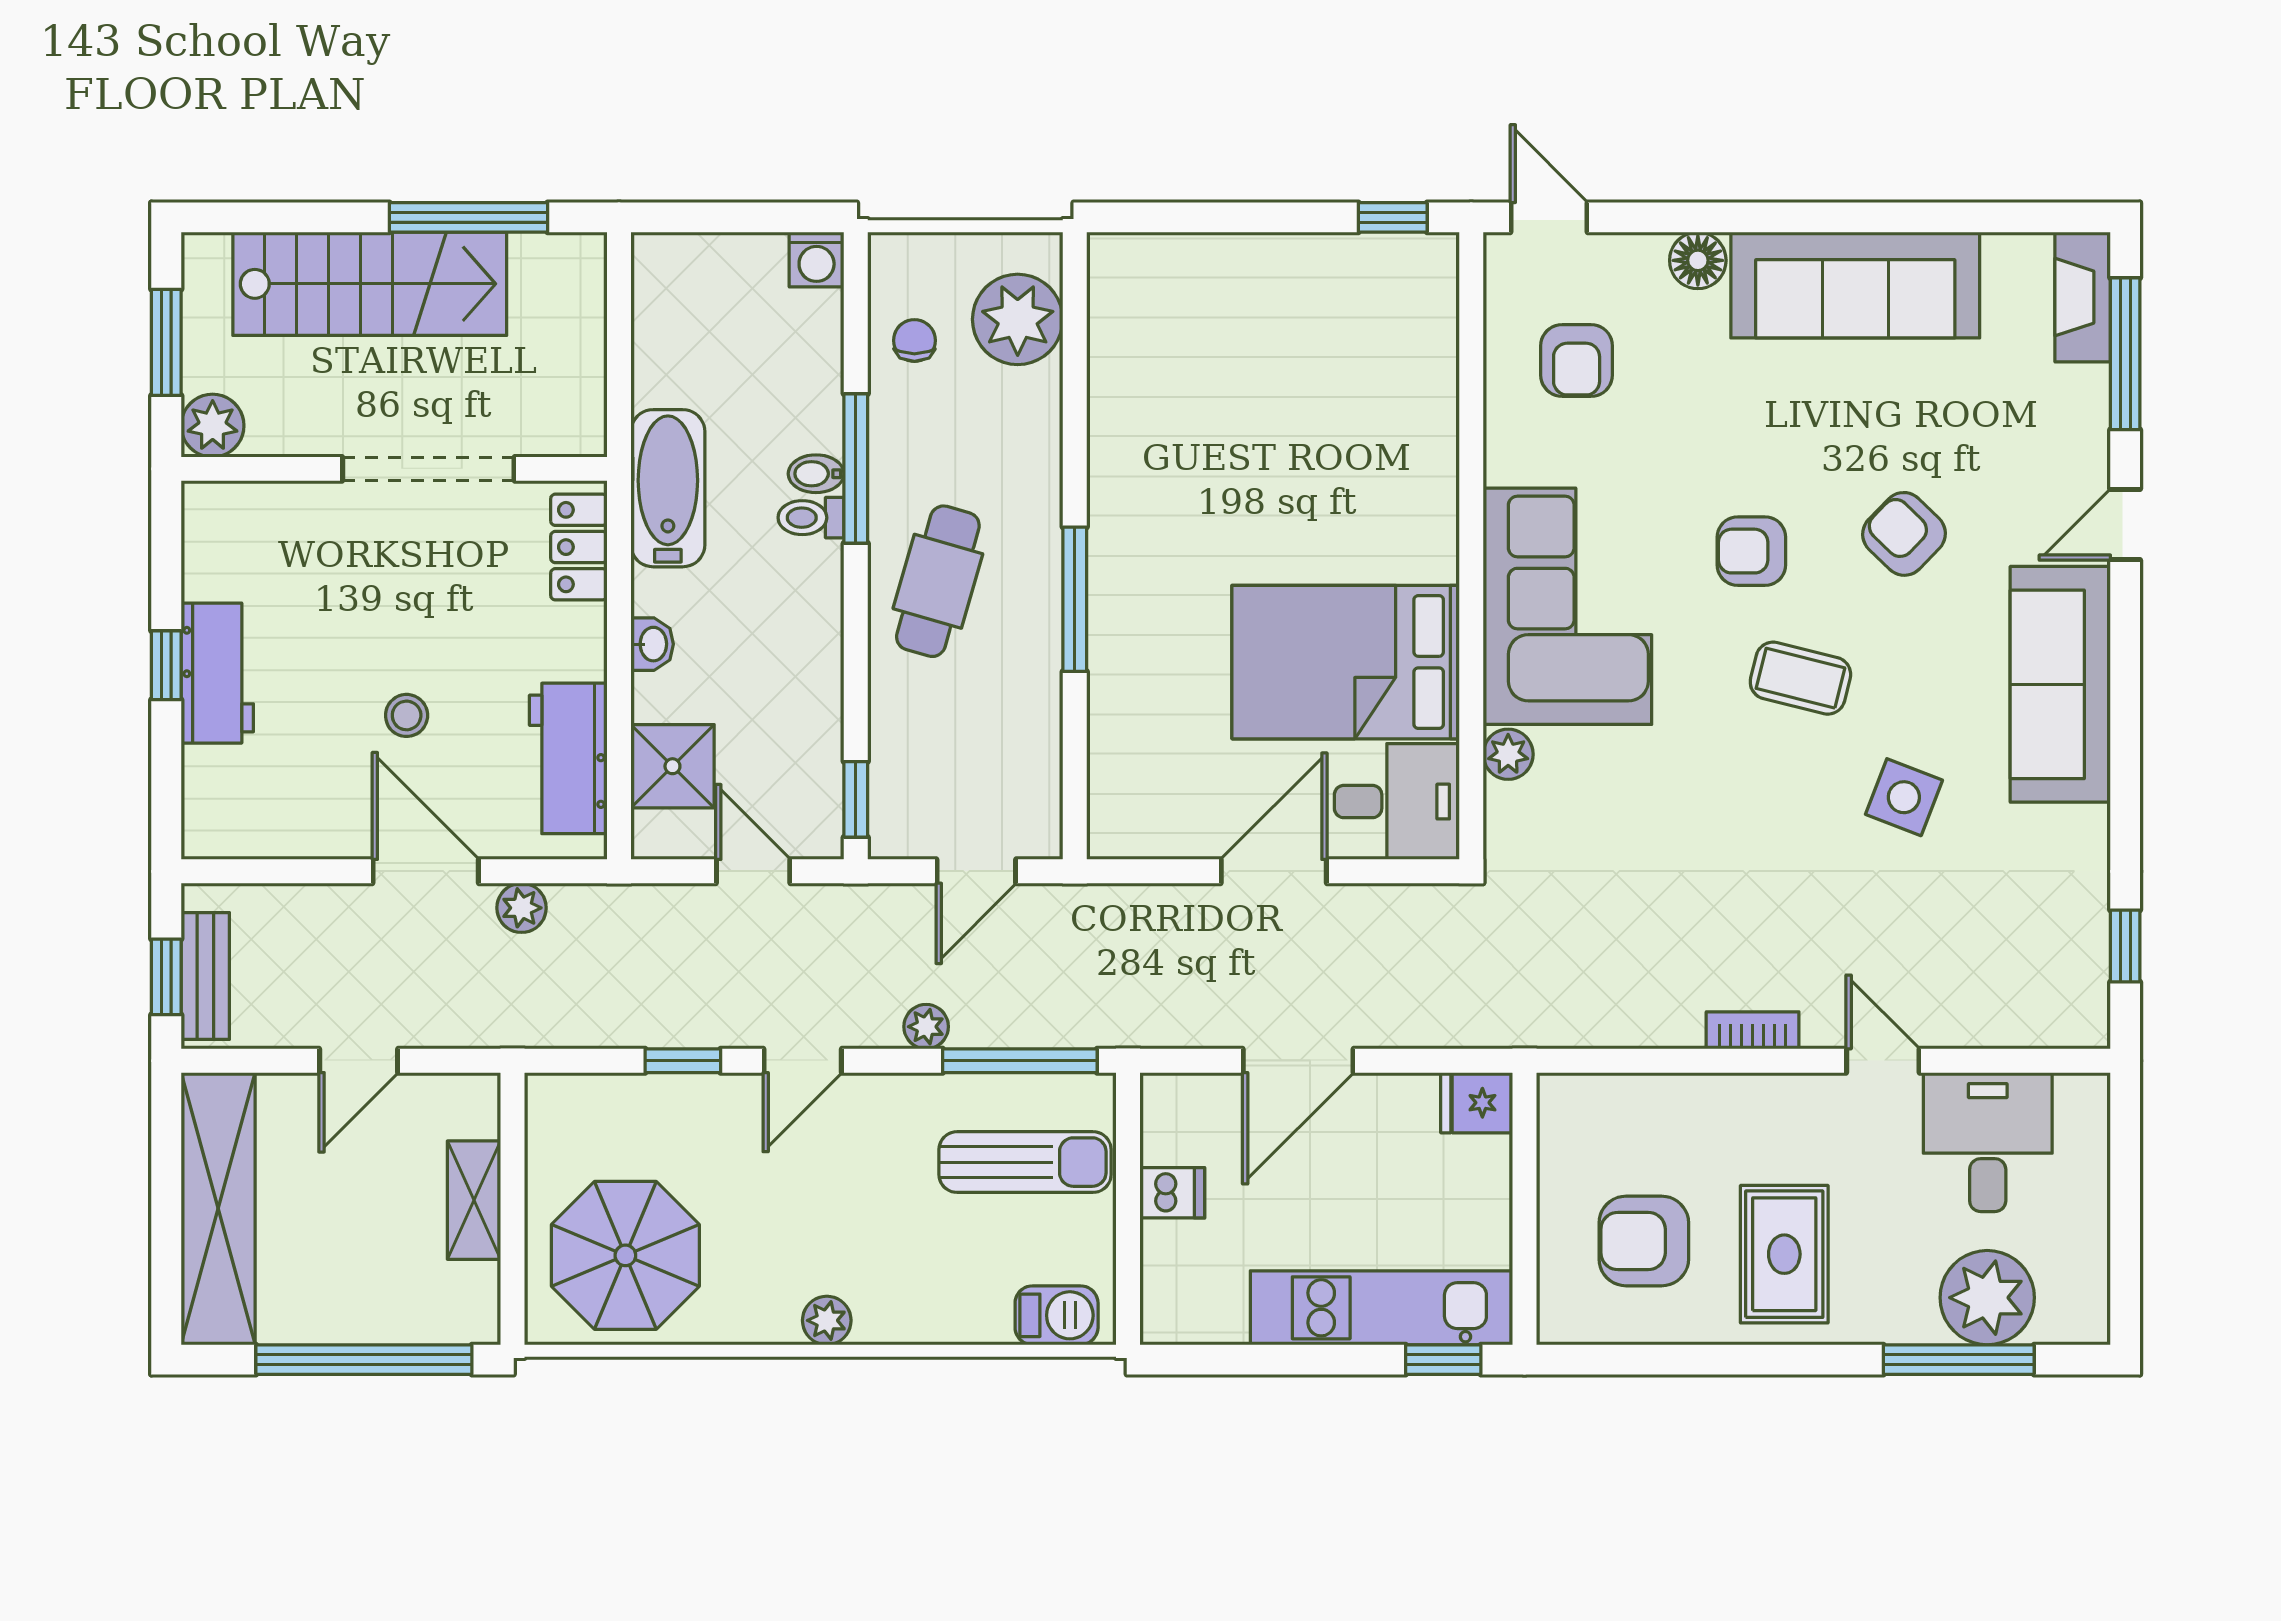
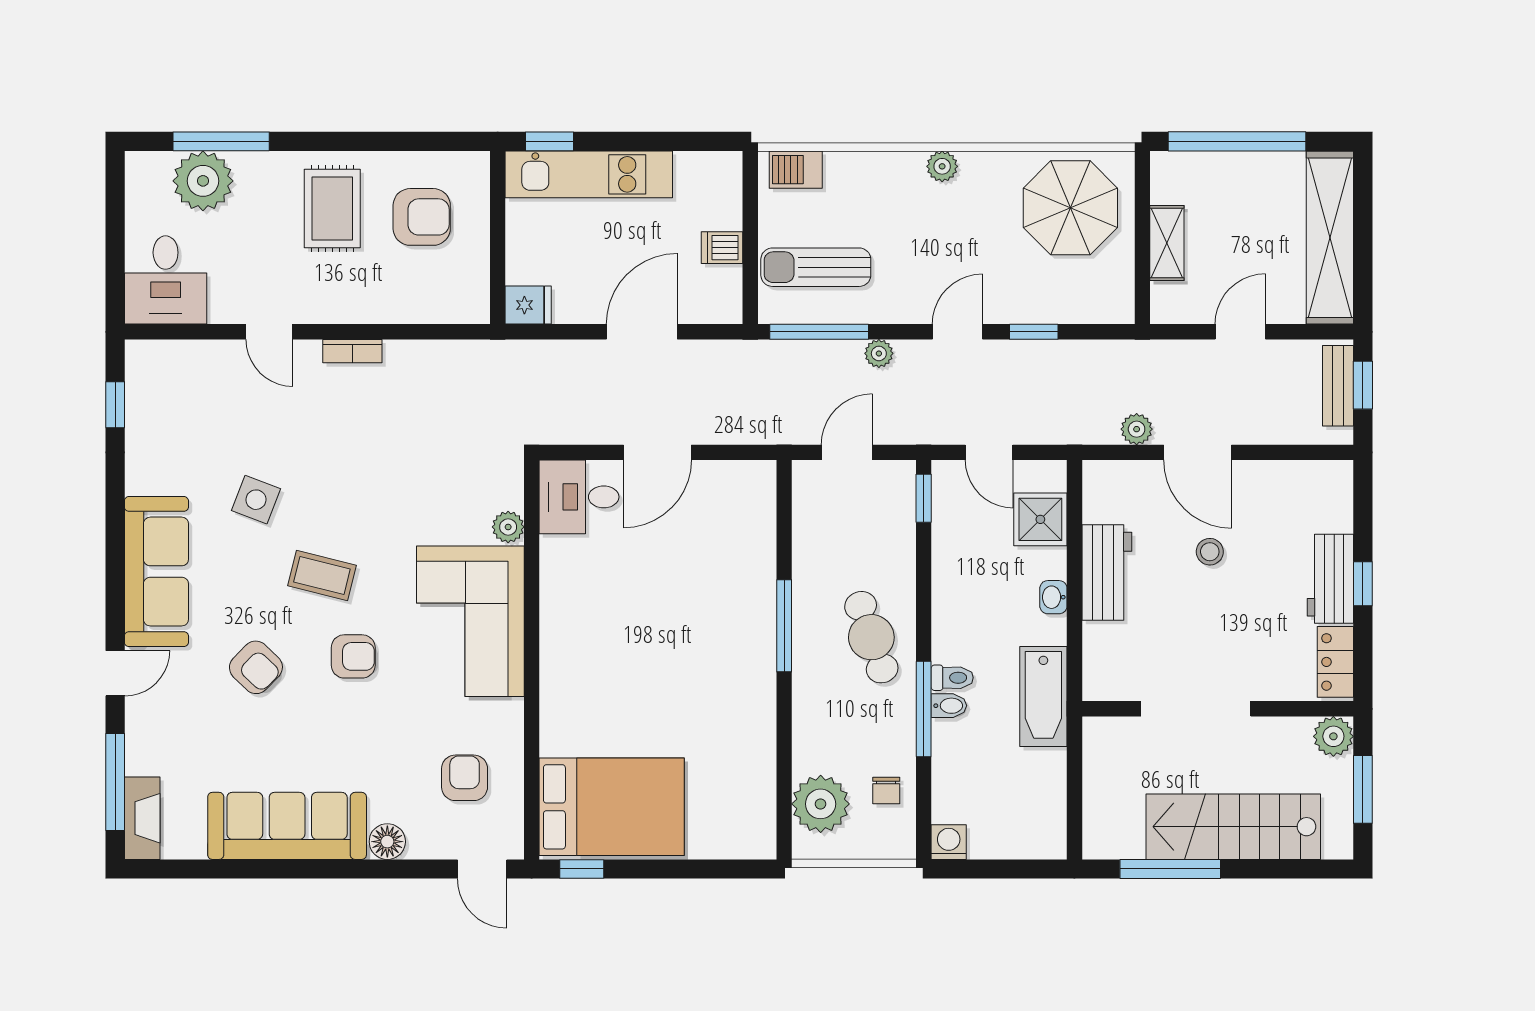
locker: (579, 547) -> (1335, 662), moved, turned 180
cafe table: (938, 581) -> (871, 637), turned -35
bed: (1346, 662) -> (612, 807), moved
workbench: (568, 758) -> (1107, 572), moved
desk: (1988, 1142) -> (166, 280), moved

